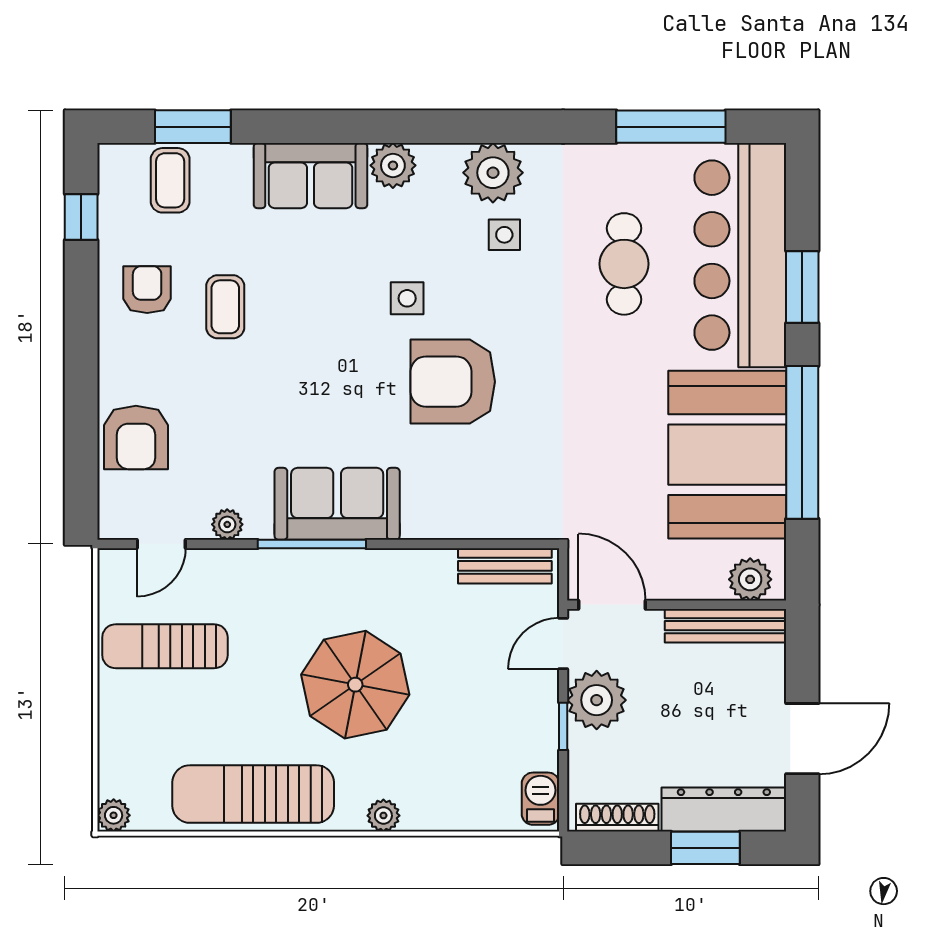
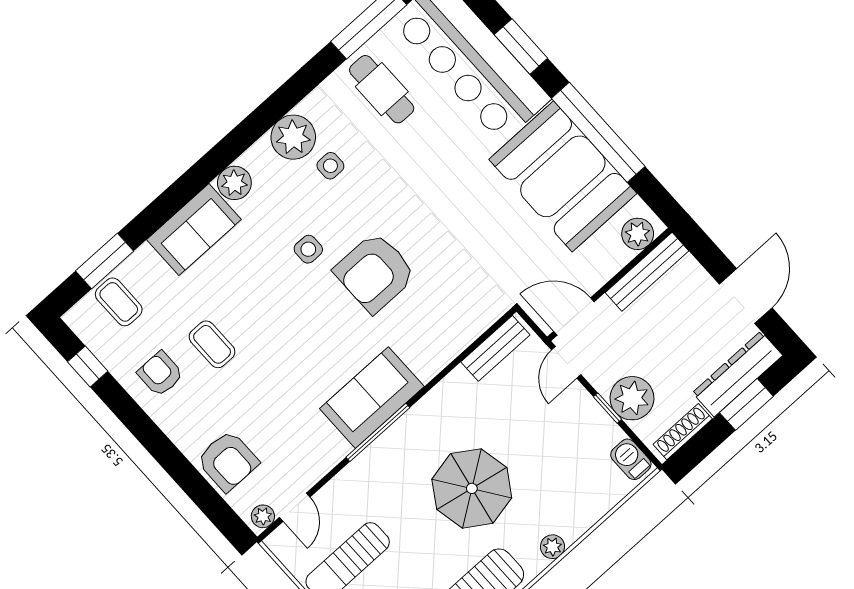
cafe table: (624, 264) -> (382, 89), moved
plant: (227, 524) -> (263, 516), moved
plant: (597, 700) -> (632, 398), moved

